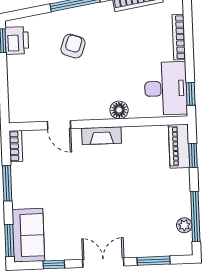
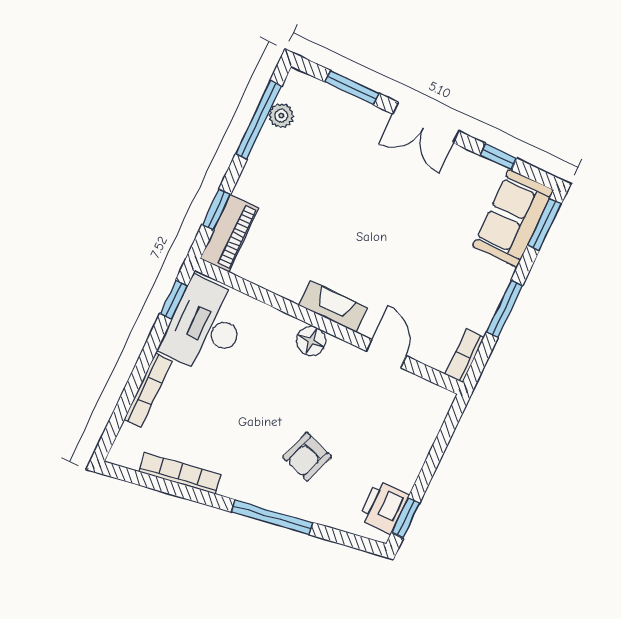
floor lamp: (119, 110) -> (311, 341), moved

